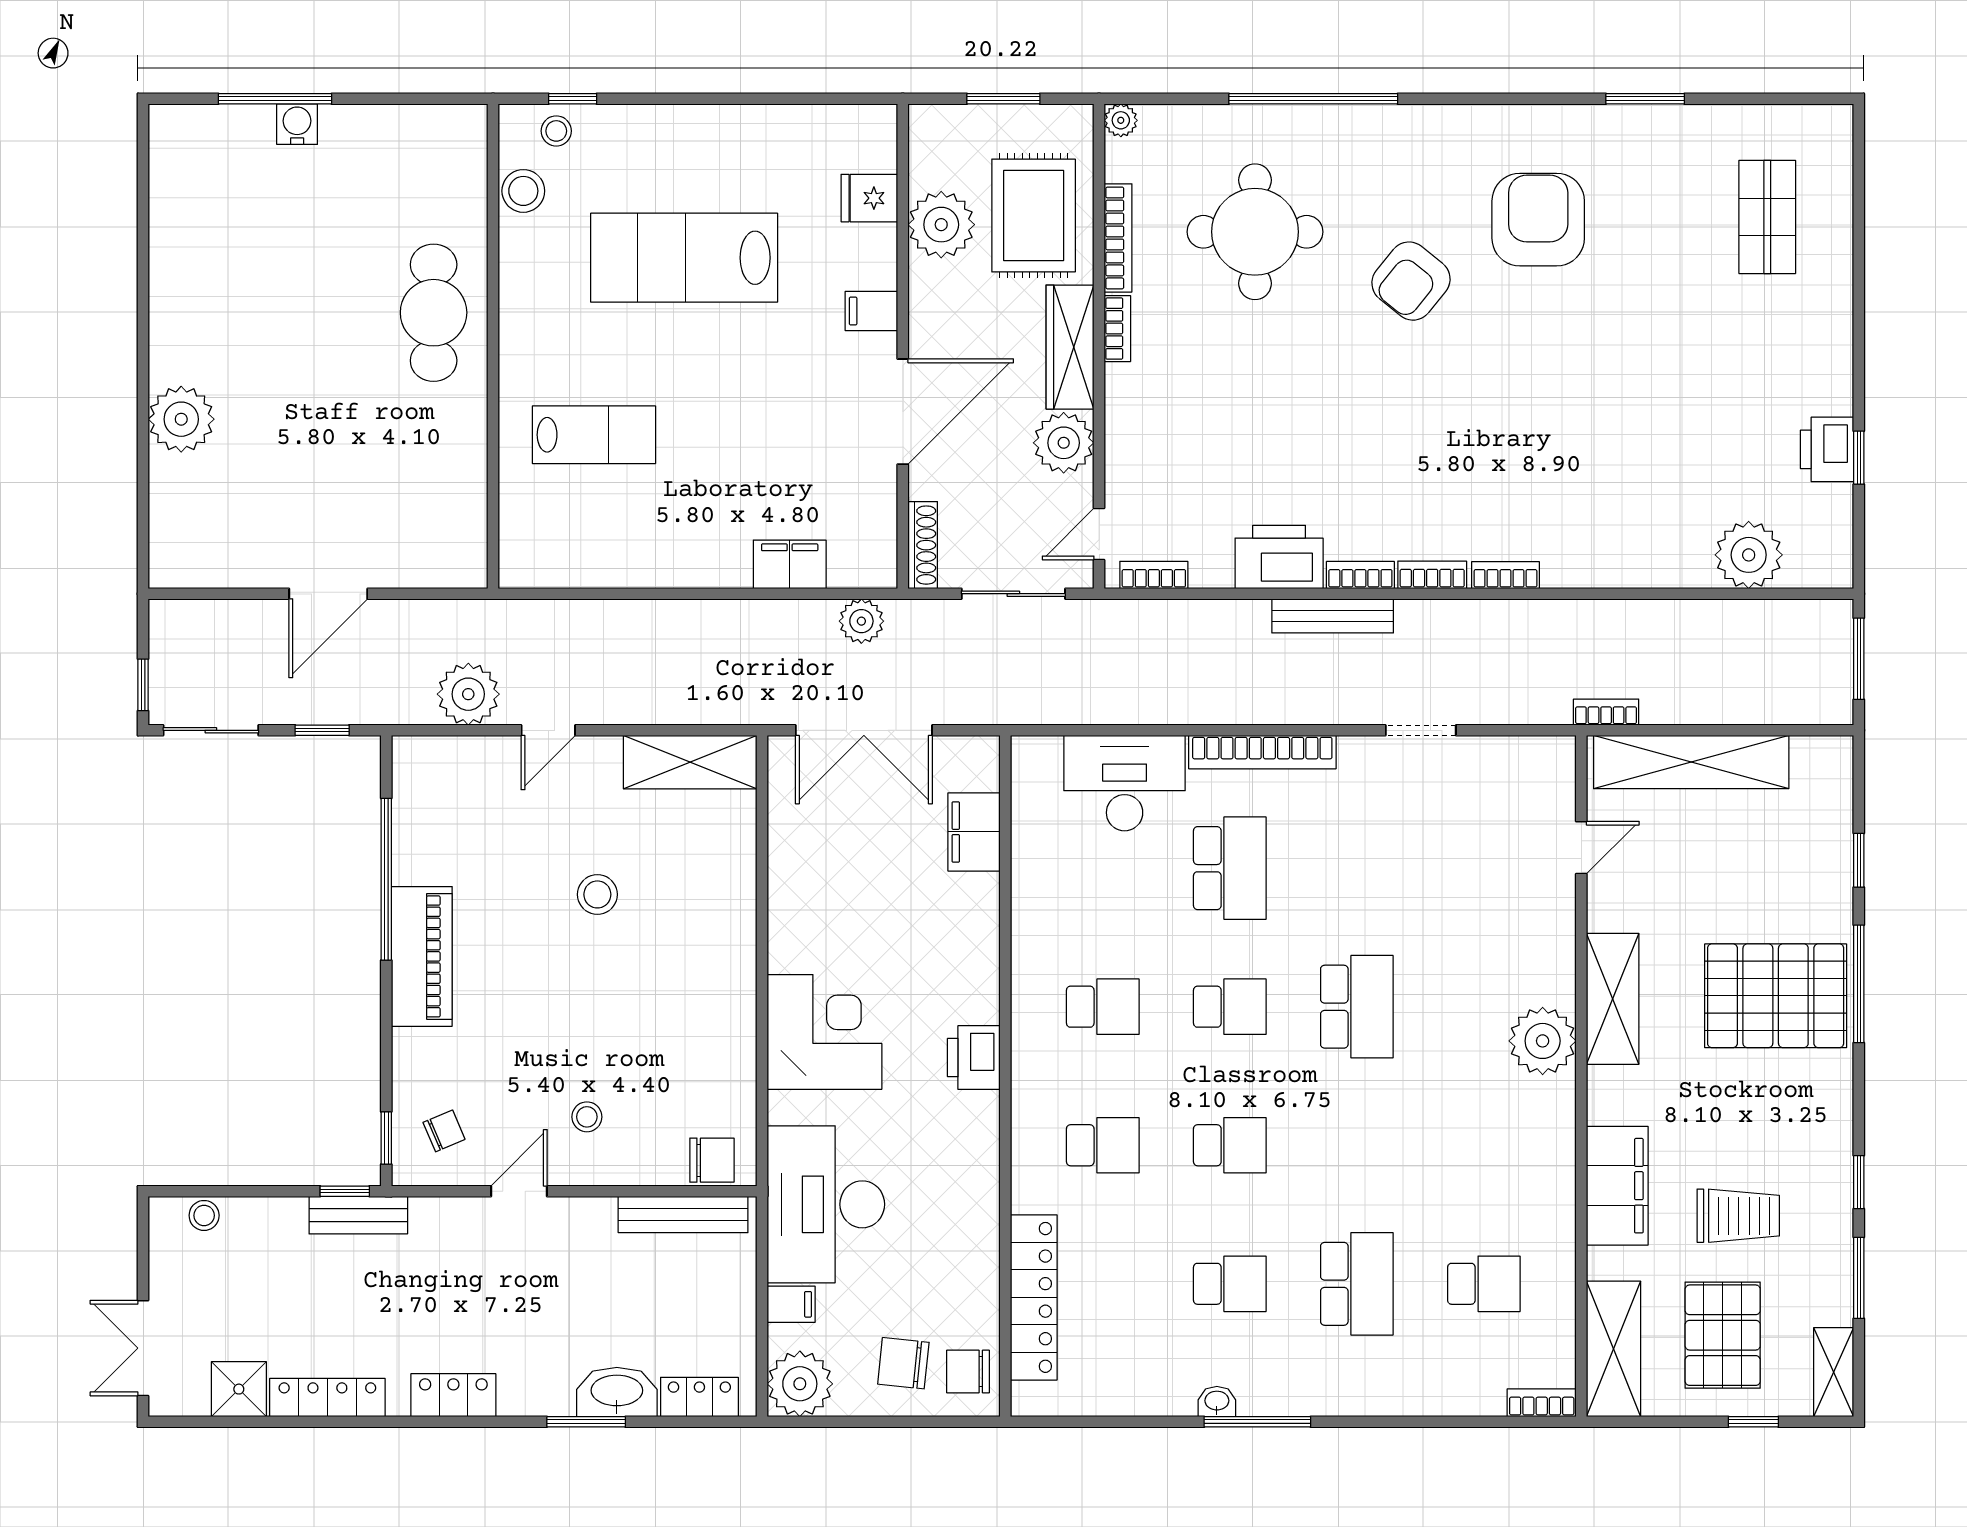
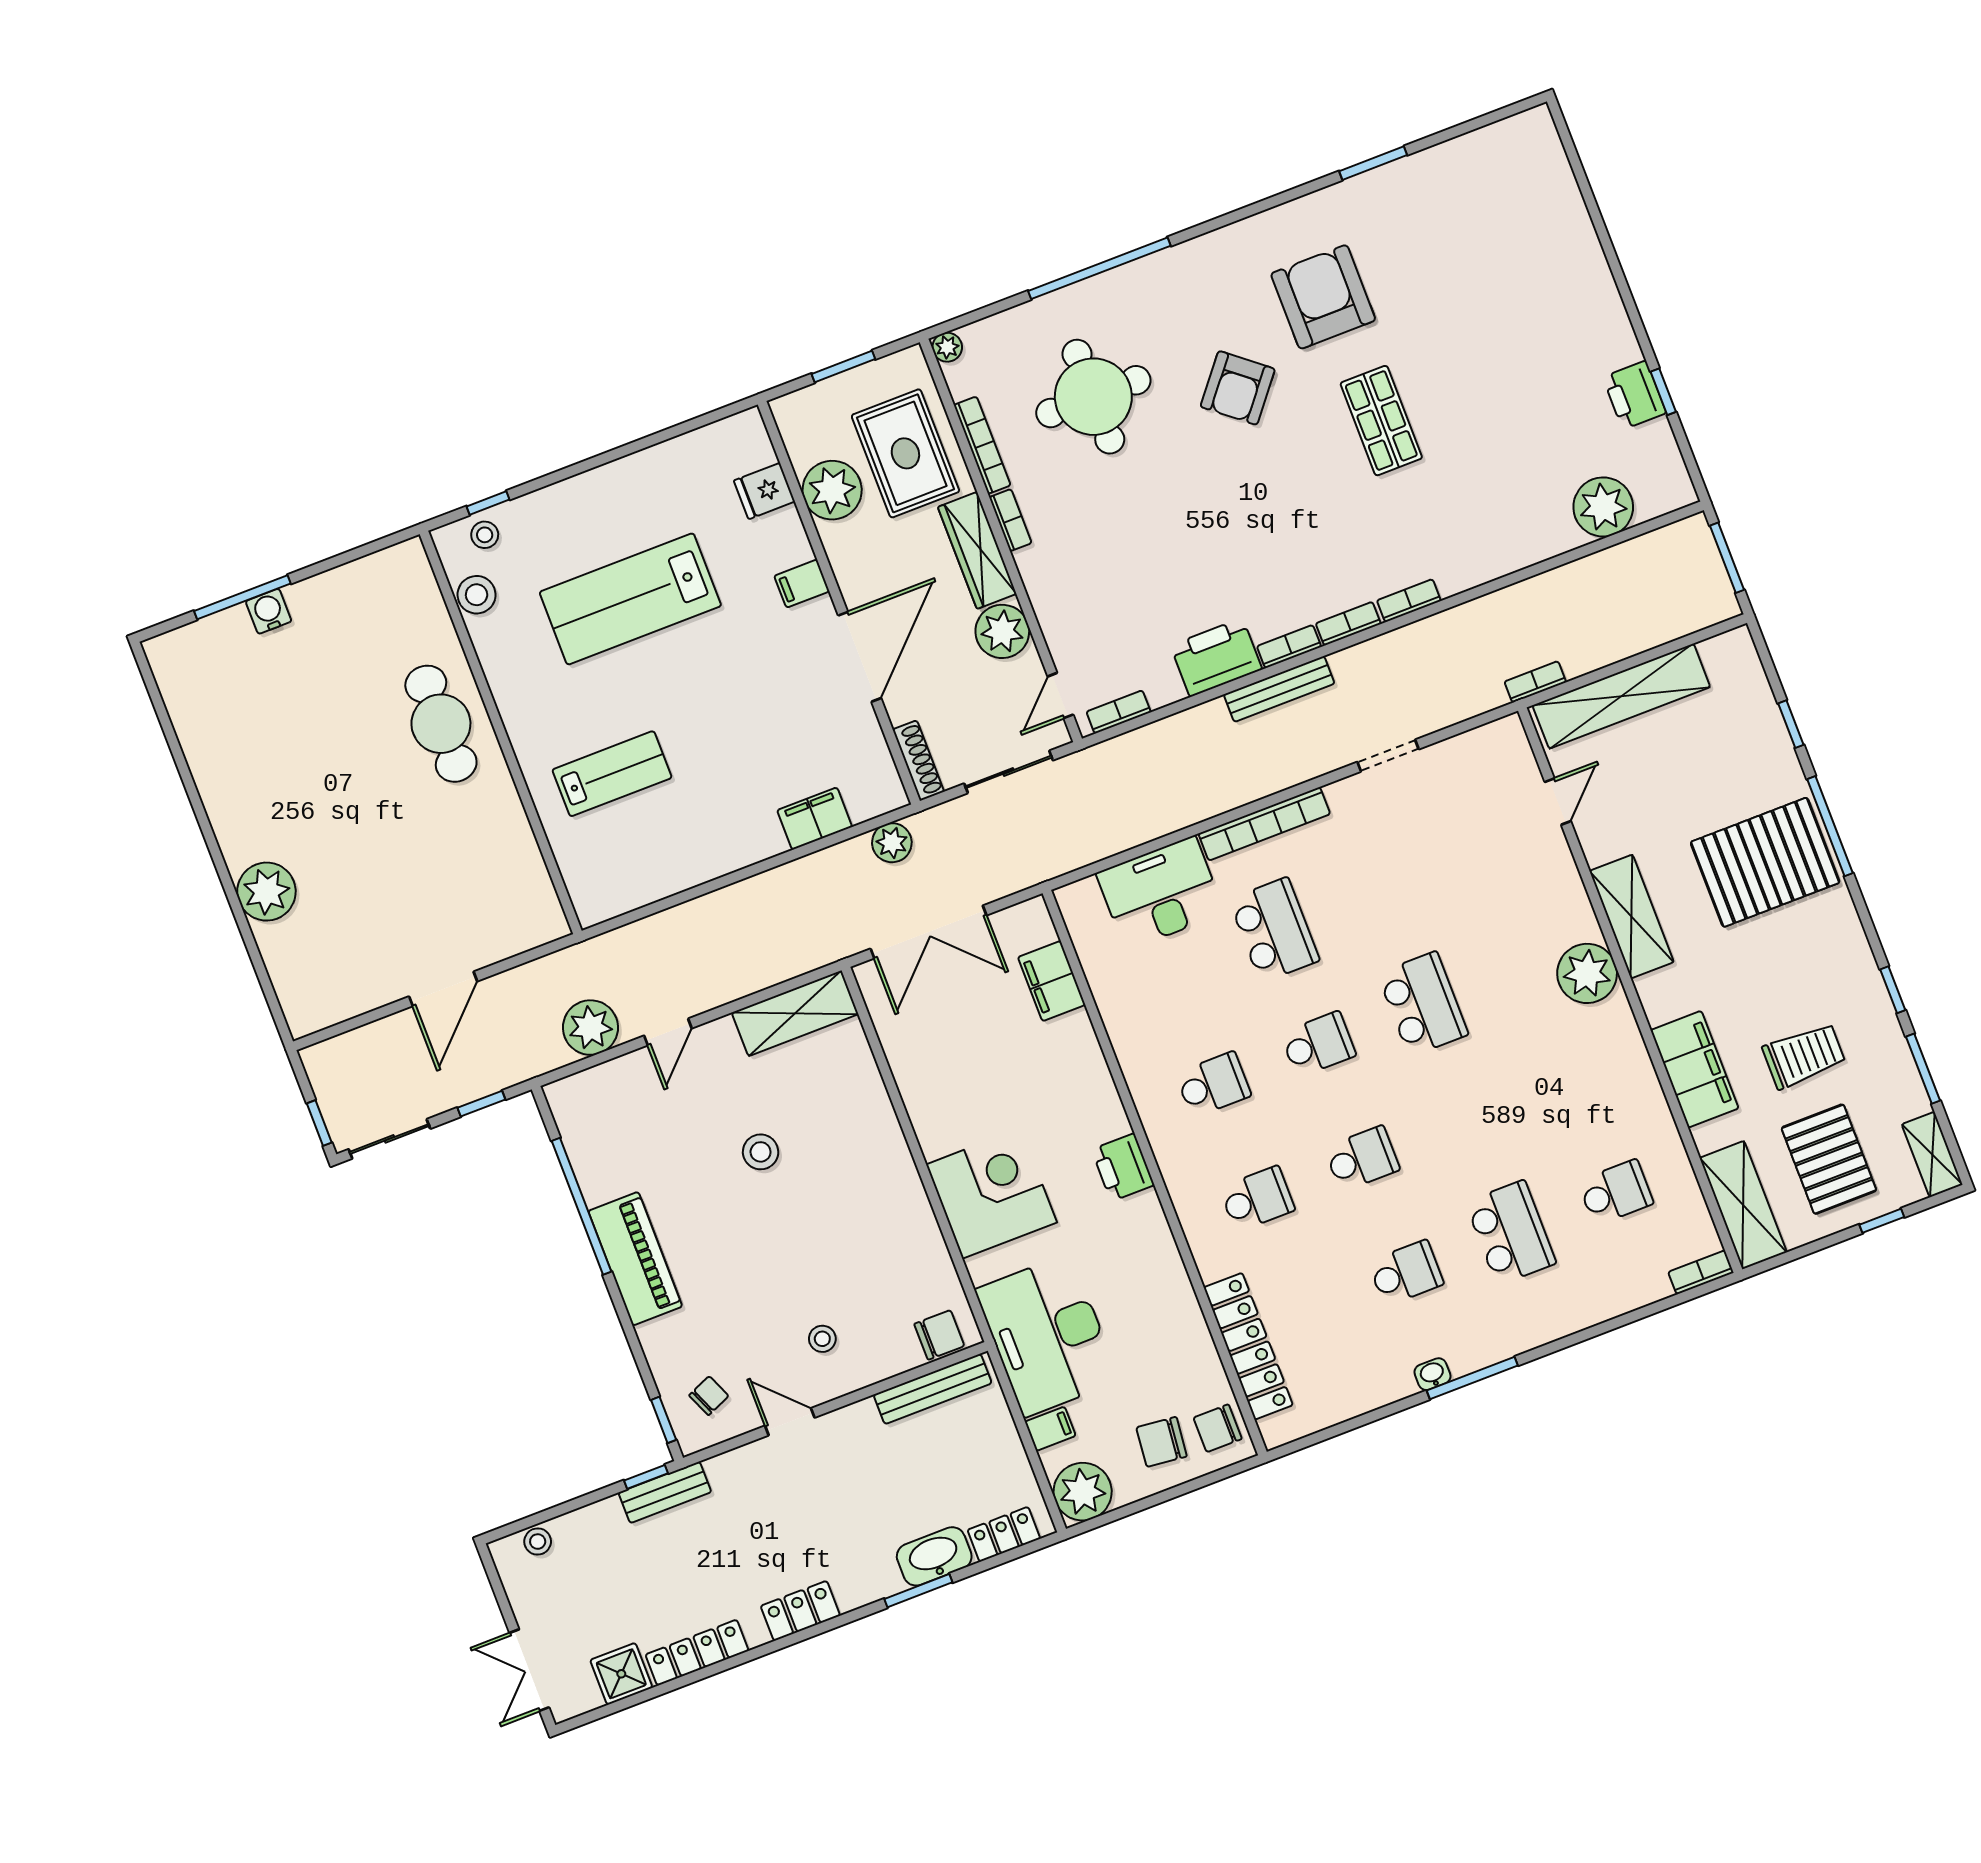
shop shelf: (1767, 217) -> (1381, 421), moved
door: (519, 1191) -> (790, 1422), hinge flipped

